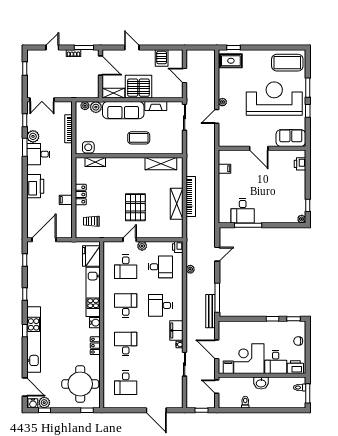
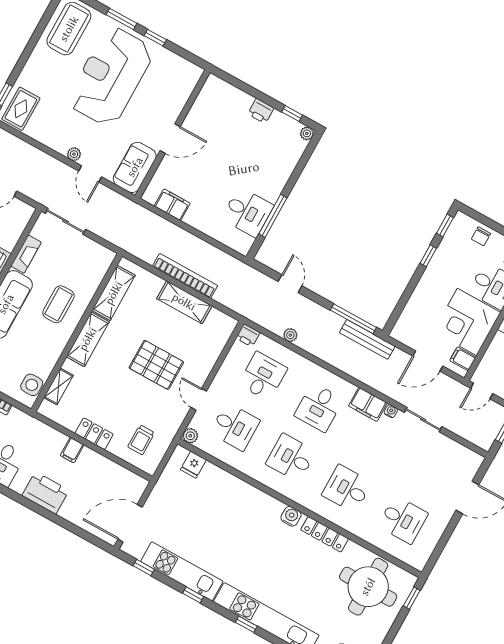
sofa: (291, 138) -> (135, 167), moved
shelving: (129, 164) -> (88, 339), added
printer: (300, 164) -> (261, 111), moved
filing cabinet: (225, 169) -> (172, 205), width x2.00
filing cabinet: (66, 200) -> (72, 450), moved
door: (44, 240) -> (130, 523), hinge flipped
plant: (142, 246) -> (190, 436), moved
fridge: (91, 256) -> (193, 465), width x0.53, depth x0.75
kitchen unit: (93, 292) -> (182, 571), moved, turned 180
locker: (95, 346) -> (325, 534), width x1.53

